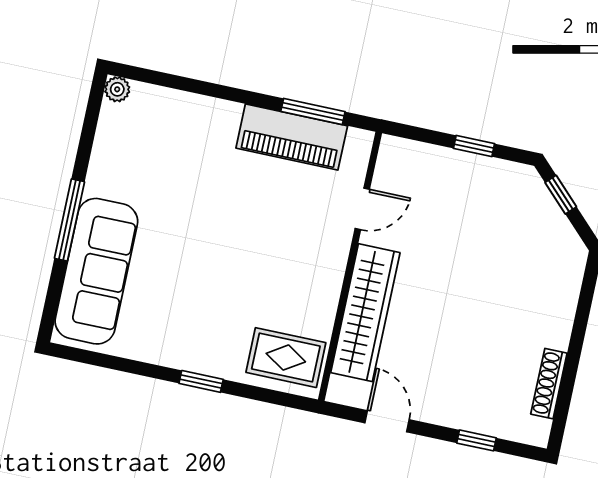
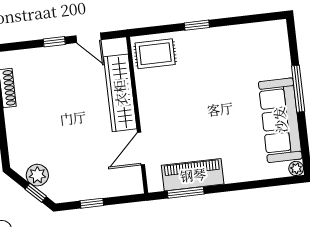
door: (362, 209) -> (141, 149), width x1.38
plant: (548, 223) -> (37, 175), added
sofa: (96, 271) -> (280, 120), moved
window: (477, 440) -> (54, 42), moved

